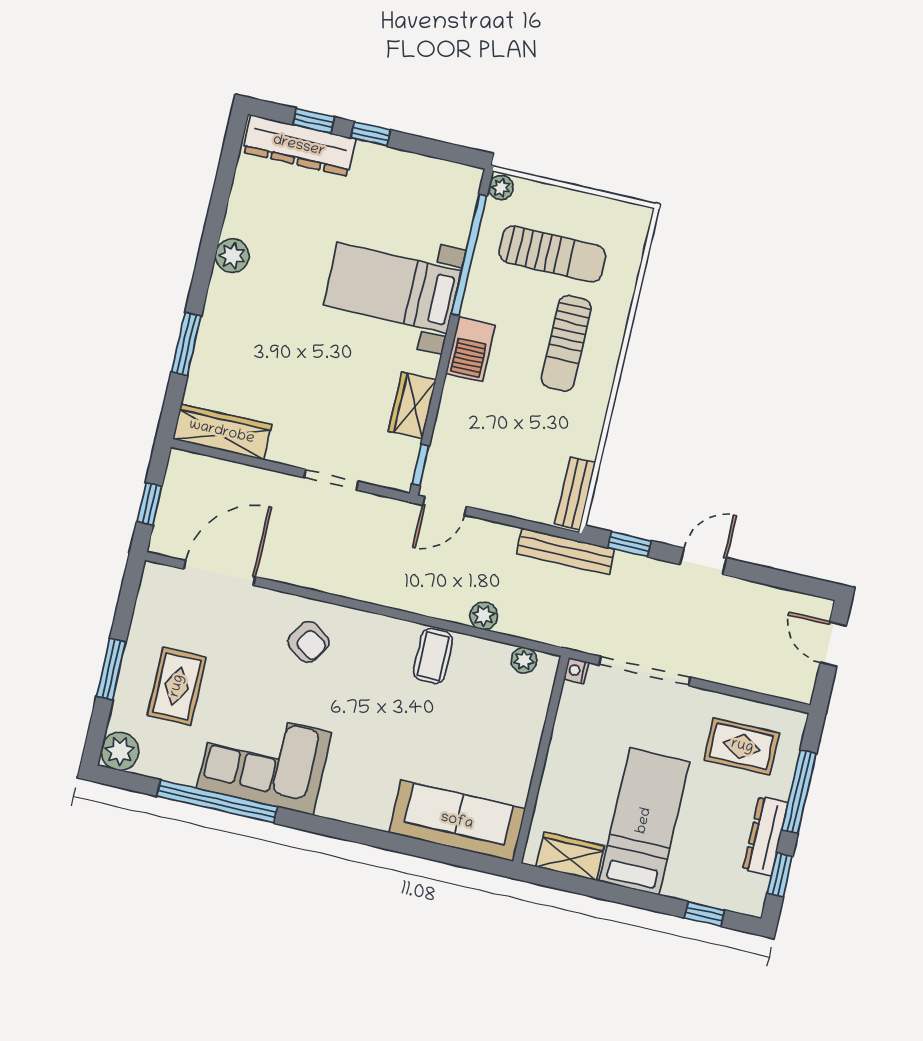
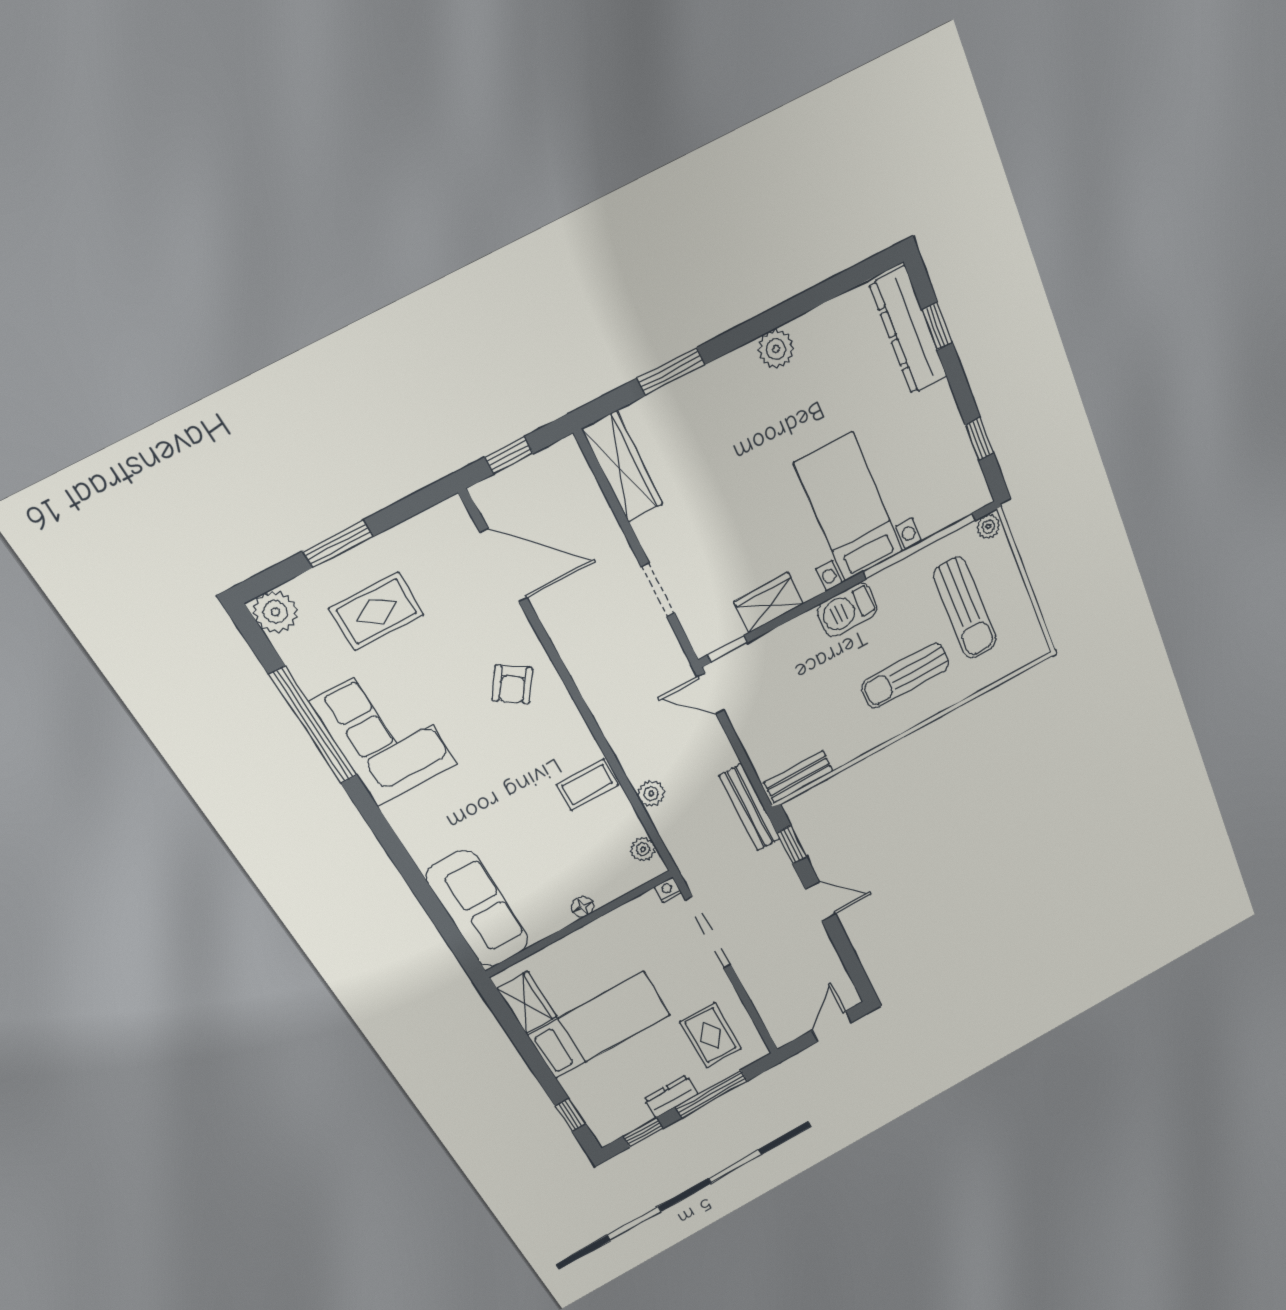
window: (371, 134) -> (979, 439), moved
floor lamp: (529, 745) -> (583, 907), added
dresser: (765, 836) -> (671, 1097), width x0.70

